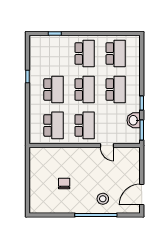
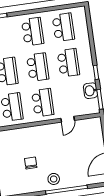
door: (107, 146) -> (68, 119), hinge flipped
stool: (103, 199) -> (54, 179), moved

